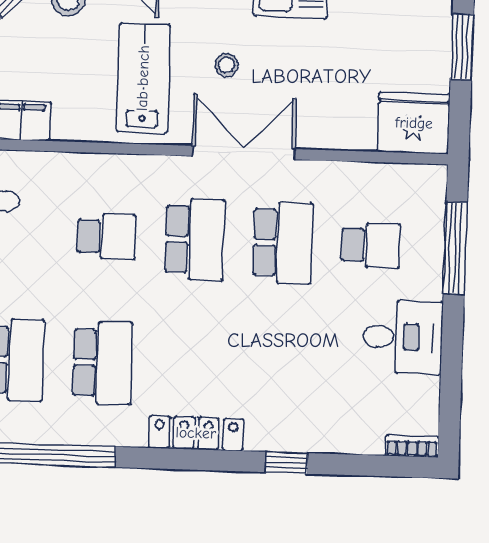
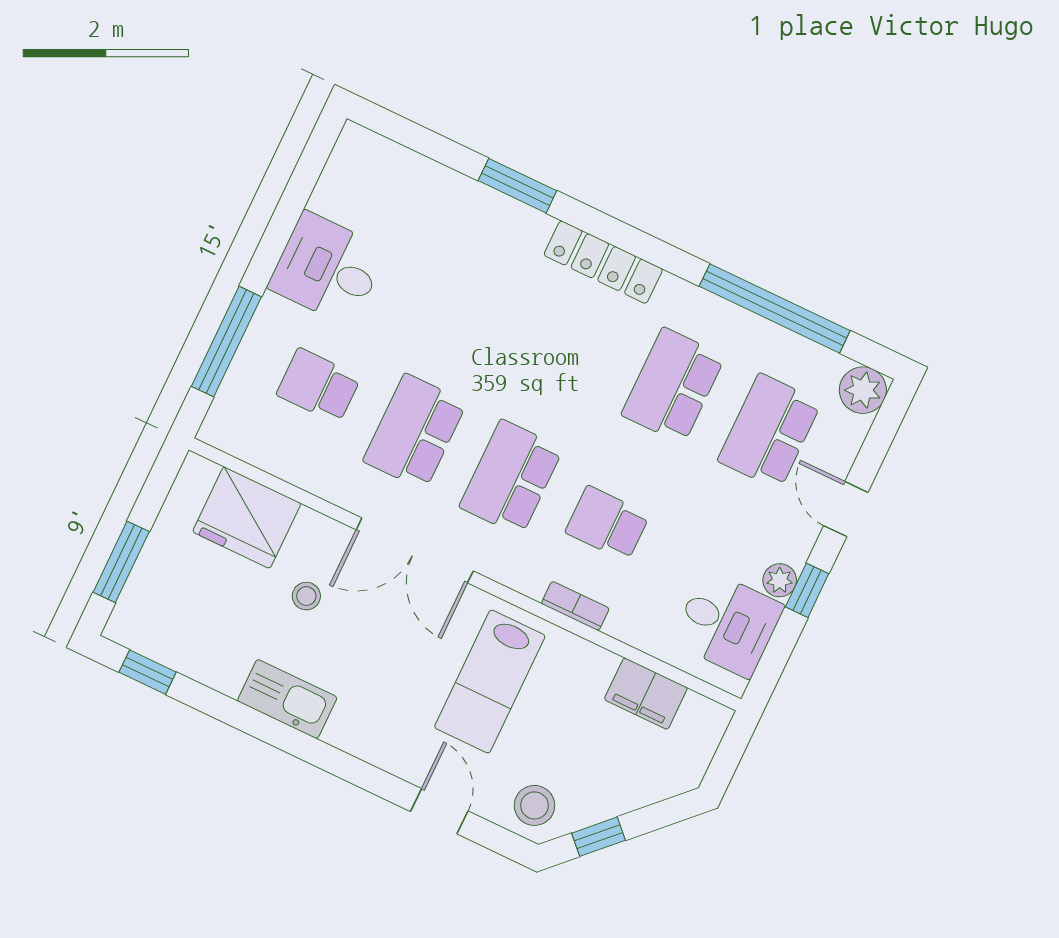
stool: (227, 65) -> (306, 596), moved
fridge: (414, 123) -> (247, 518), moved
bookcase: (412, 446) -> (575, 606), moved, turned 180
window: (286, 463) -> (517, 186), width x1.50

